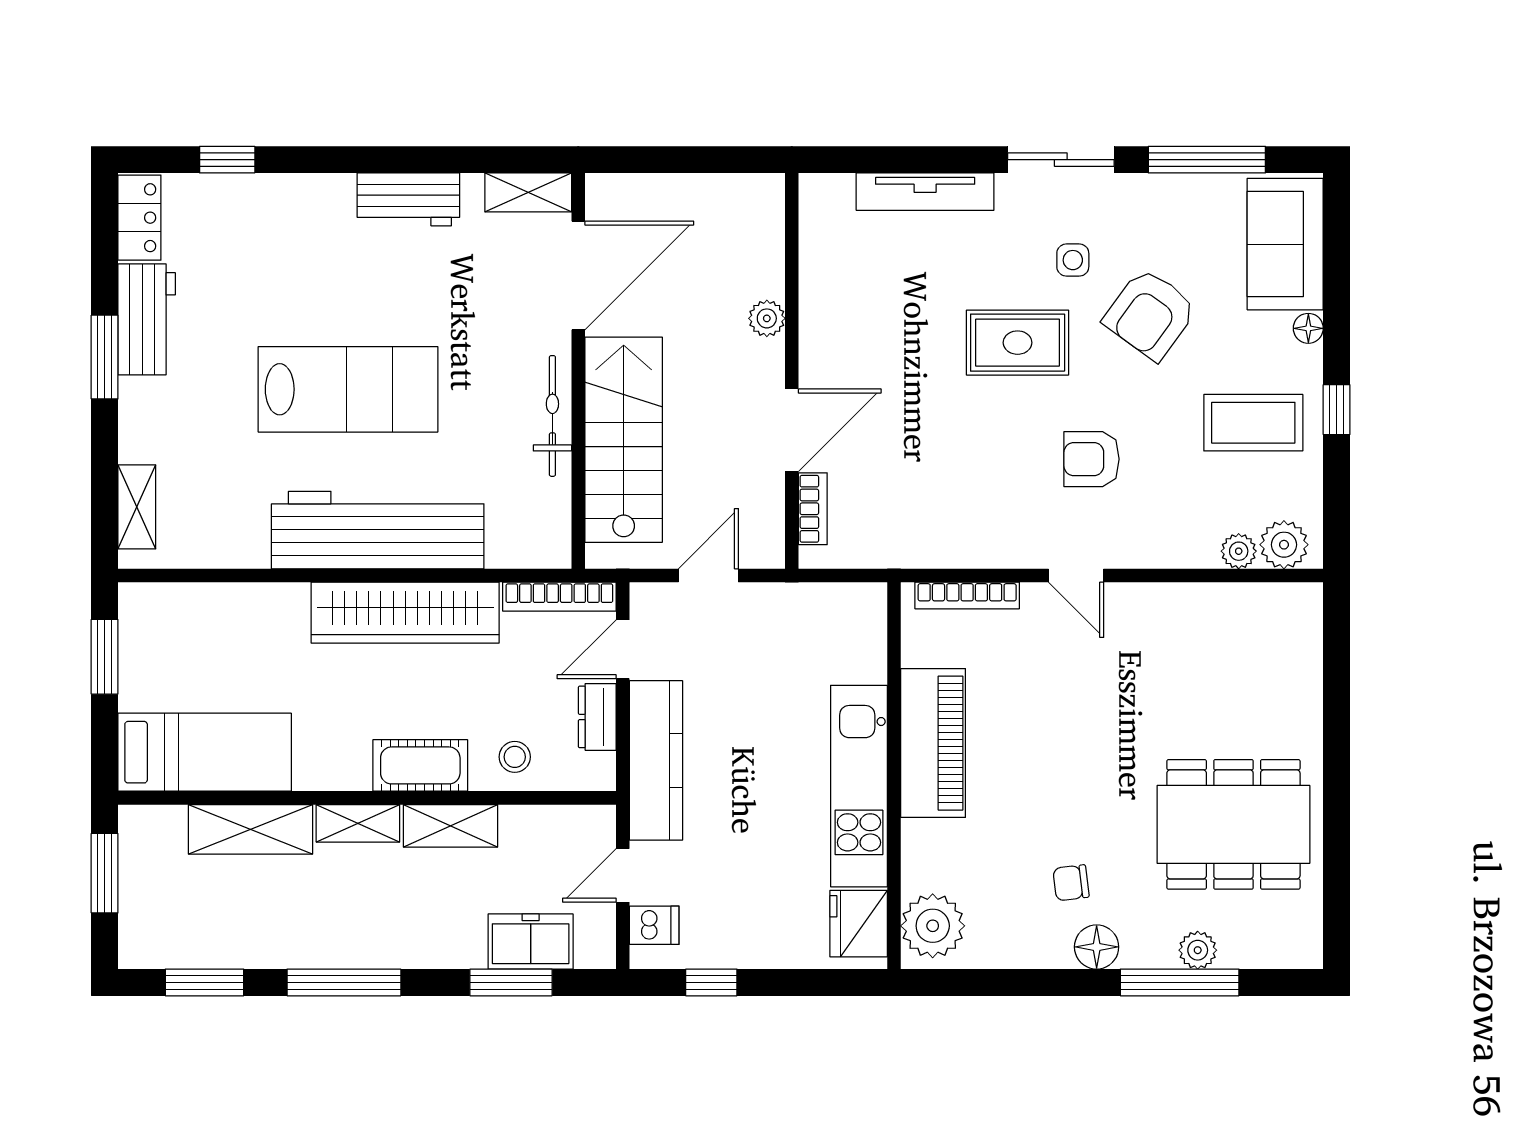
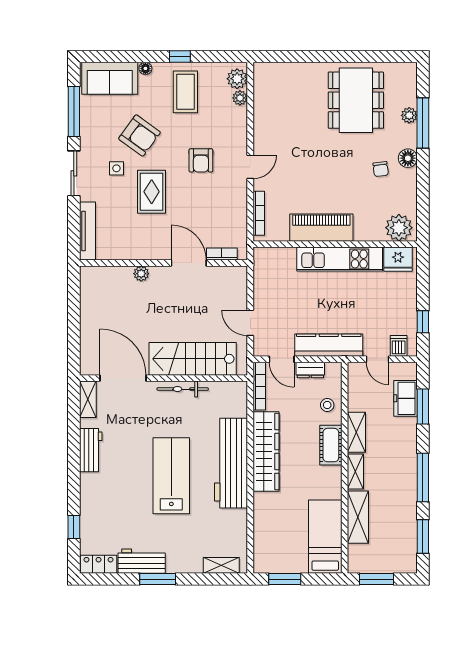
plant: (767, 318) -> (141, 274), moved
wall: (792, 371) -> (163, 263), moved
door: (792, 430) -> (189, 263), moved
bookcase: (813, 509) -> (222, 254), moved

